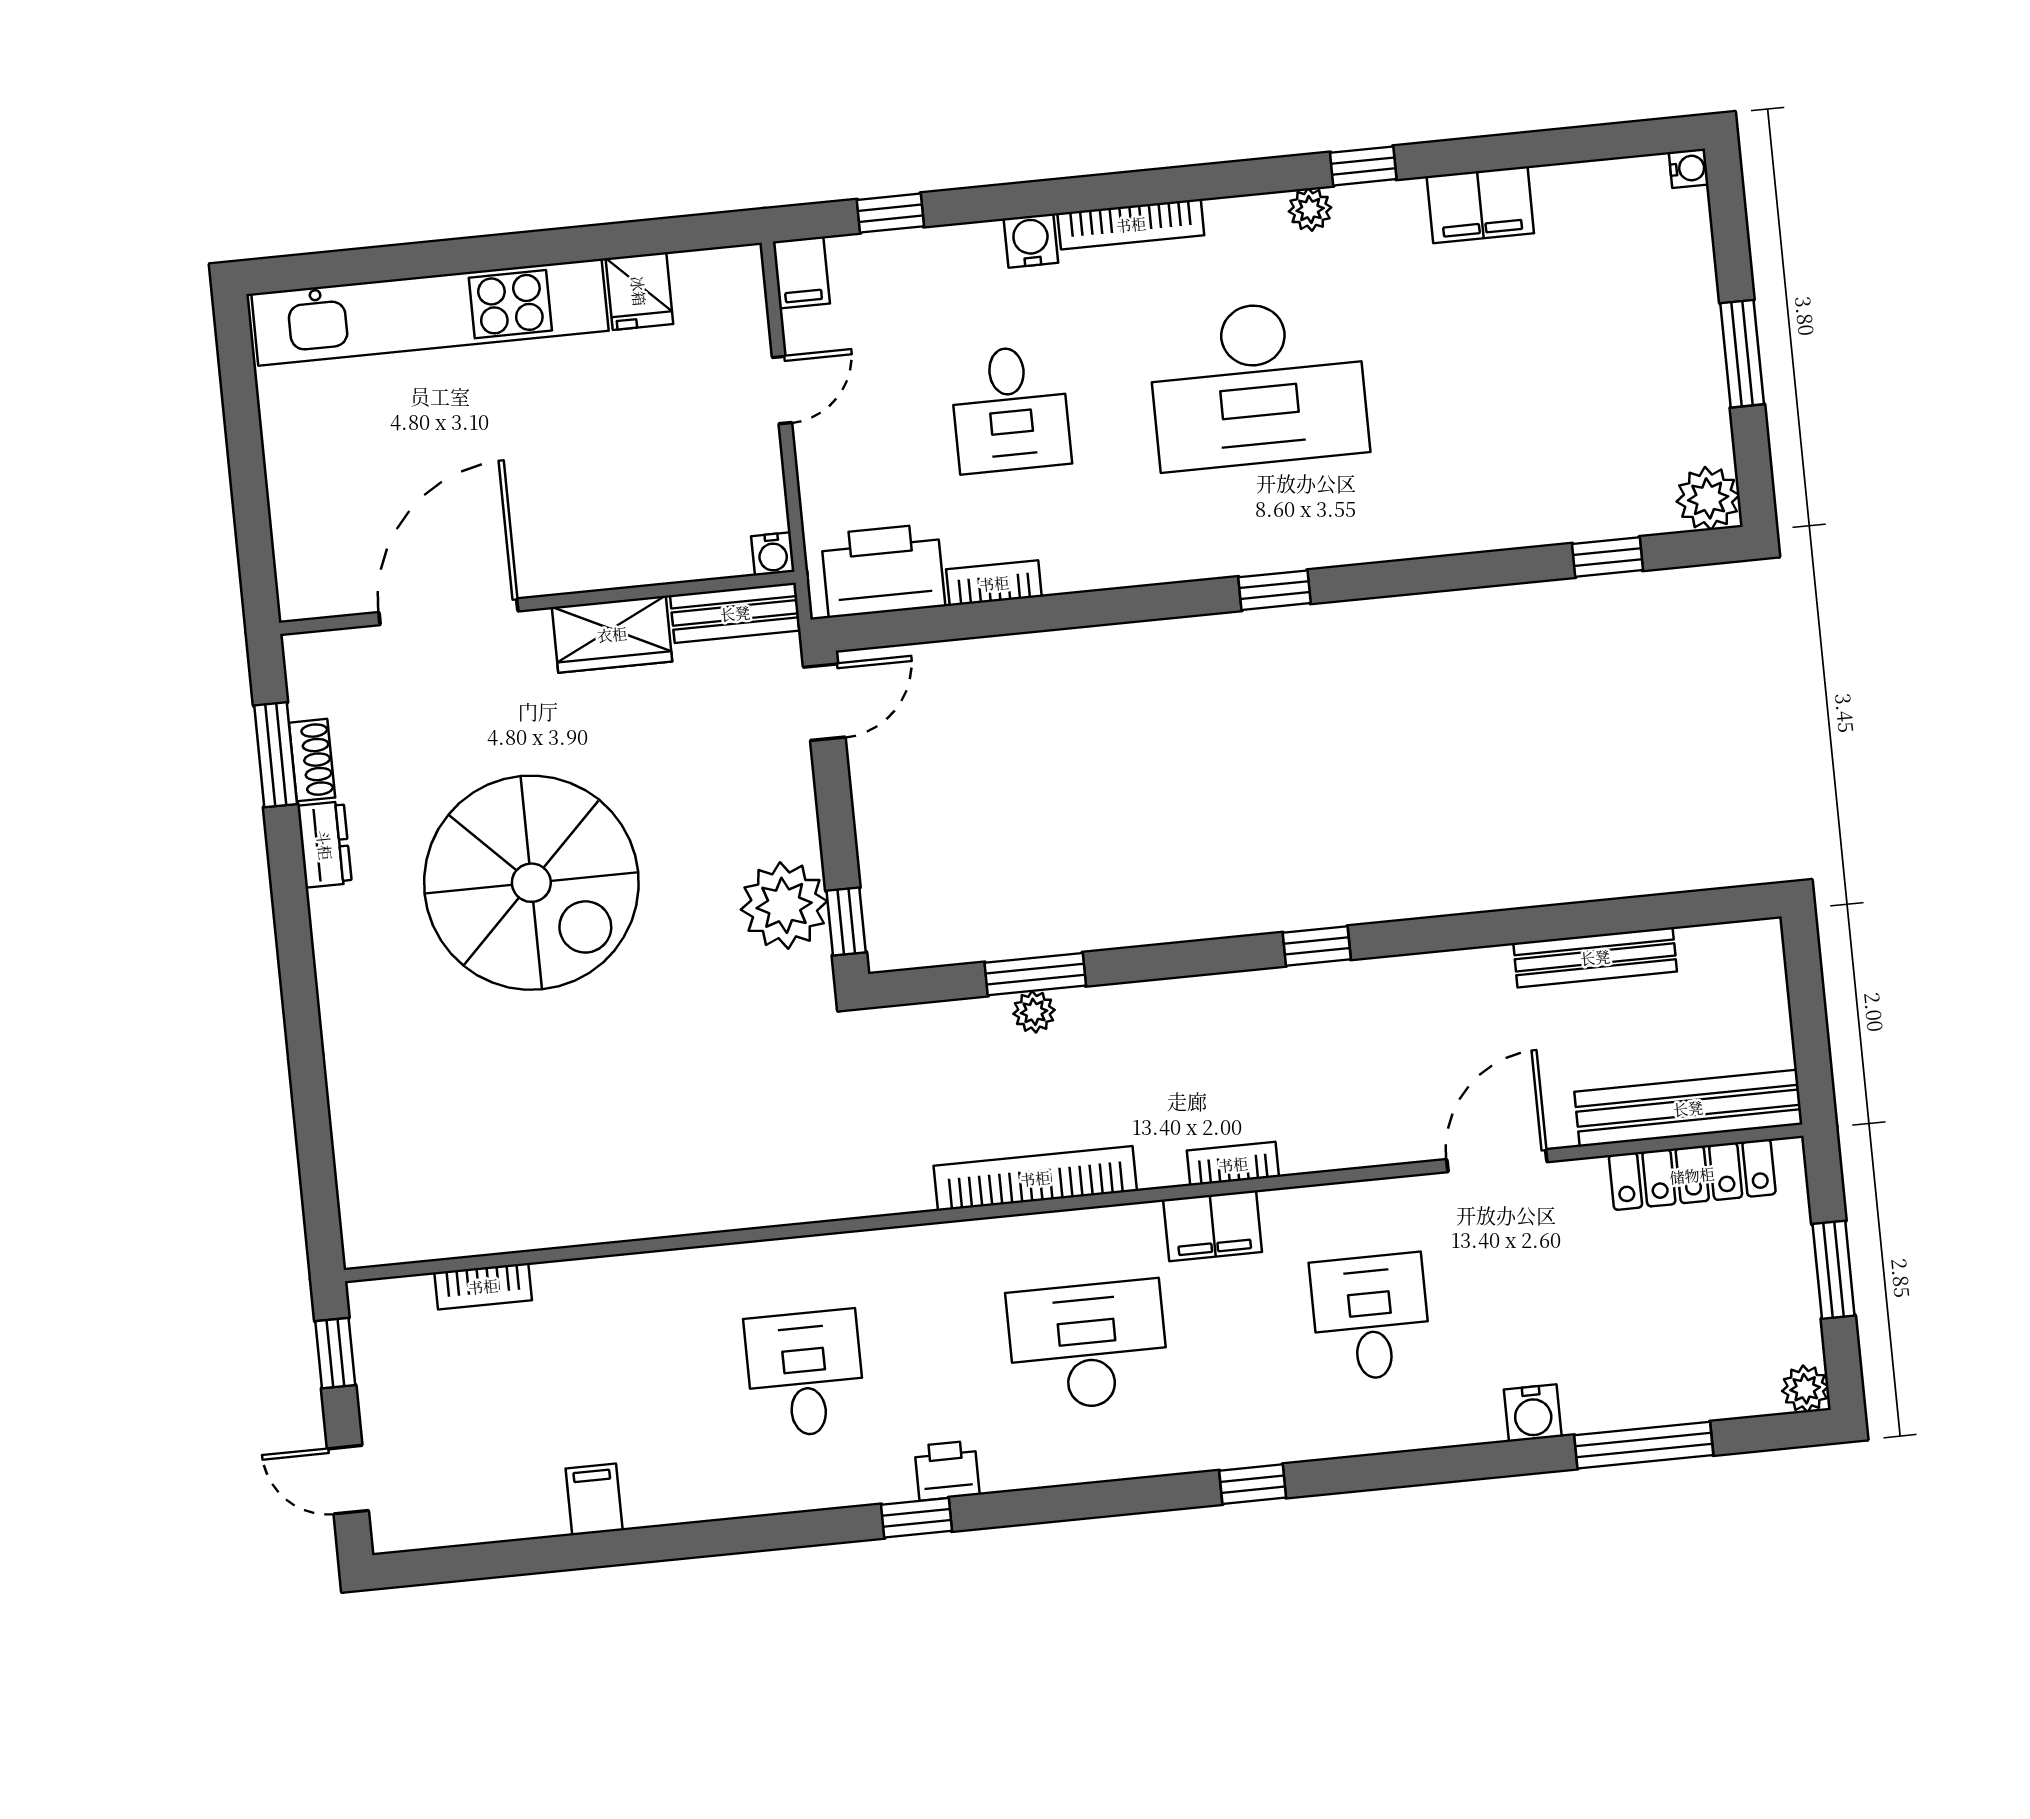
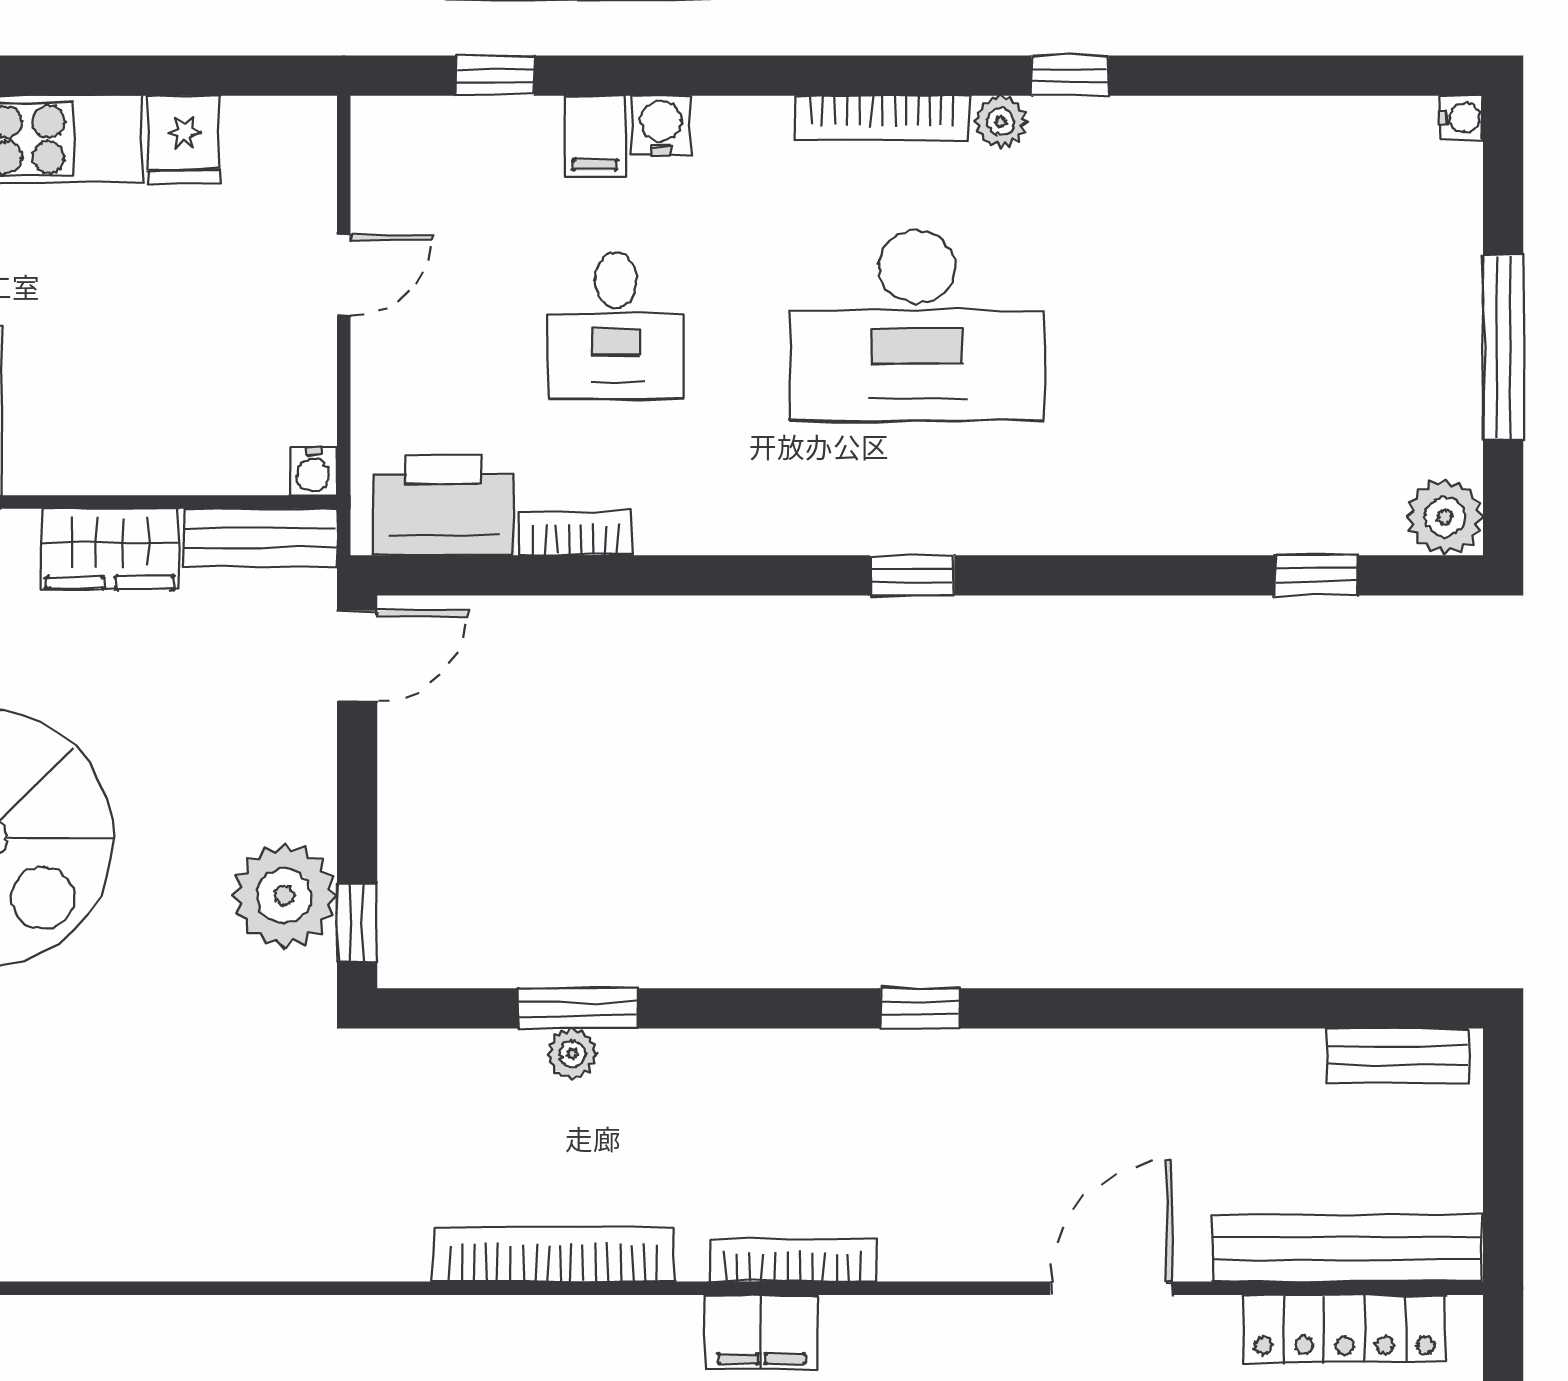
filing cabinet: (1480, 205) -> (1206, 136), removed
bookcase: (1131, 224) -> (882, 118), moved
filing cabinet: (801, 273) -> (595, 136), moved
window: (1742, 354) -> (1503, 347), width x1.44
bench: (1595, 957) -> (1398, 1055), moved, width x0.73
bookcase: (1233, 1164) -> (793, 1260), width x1.56

